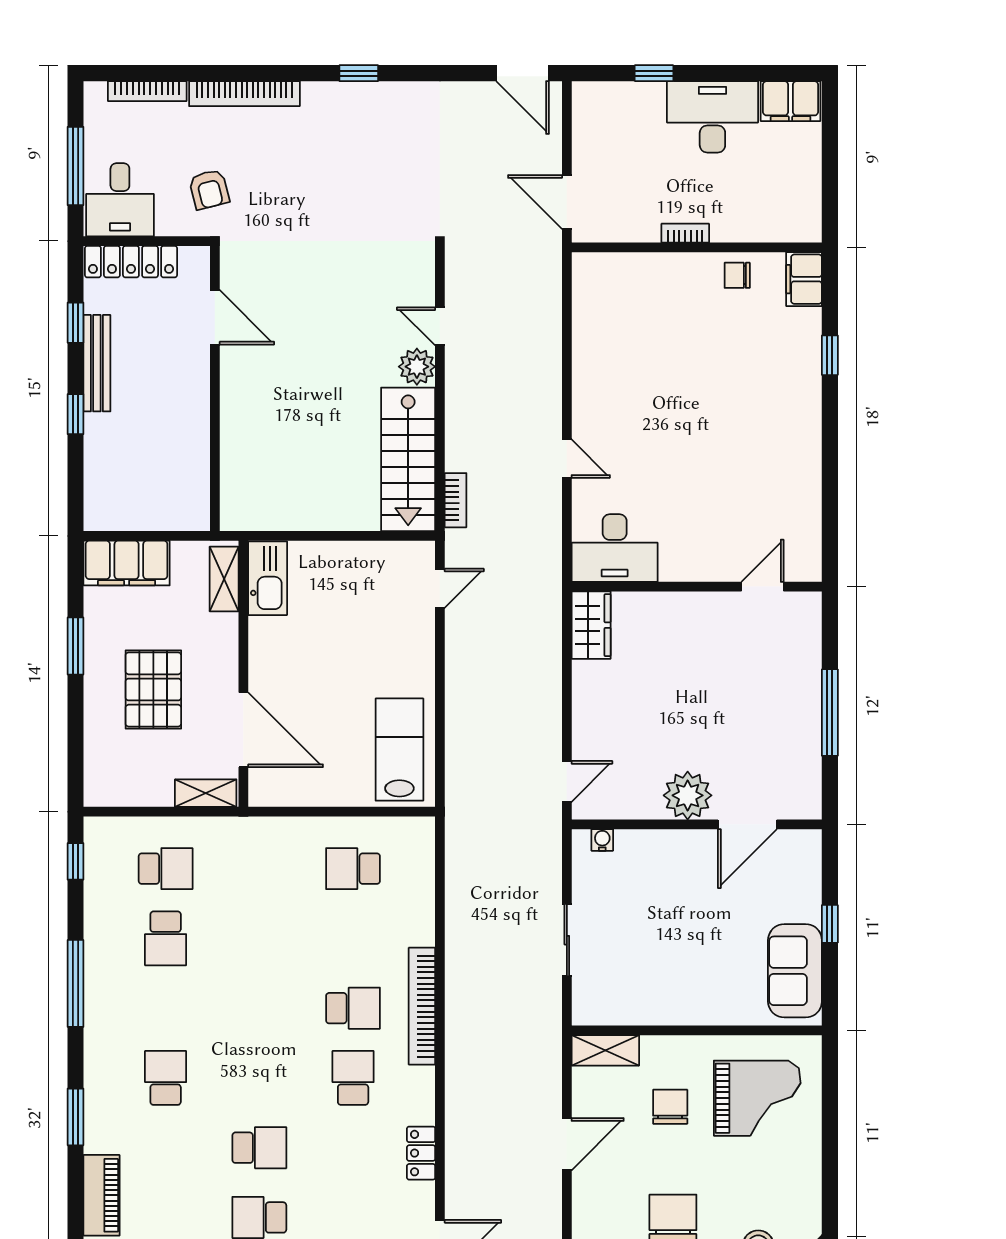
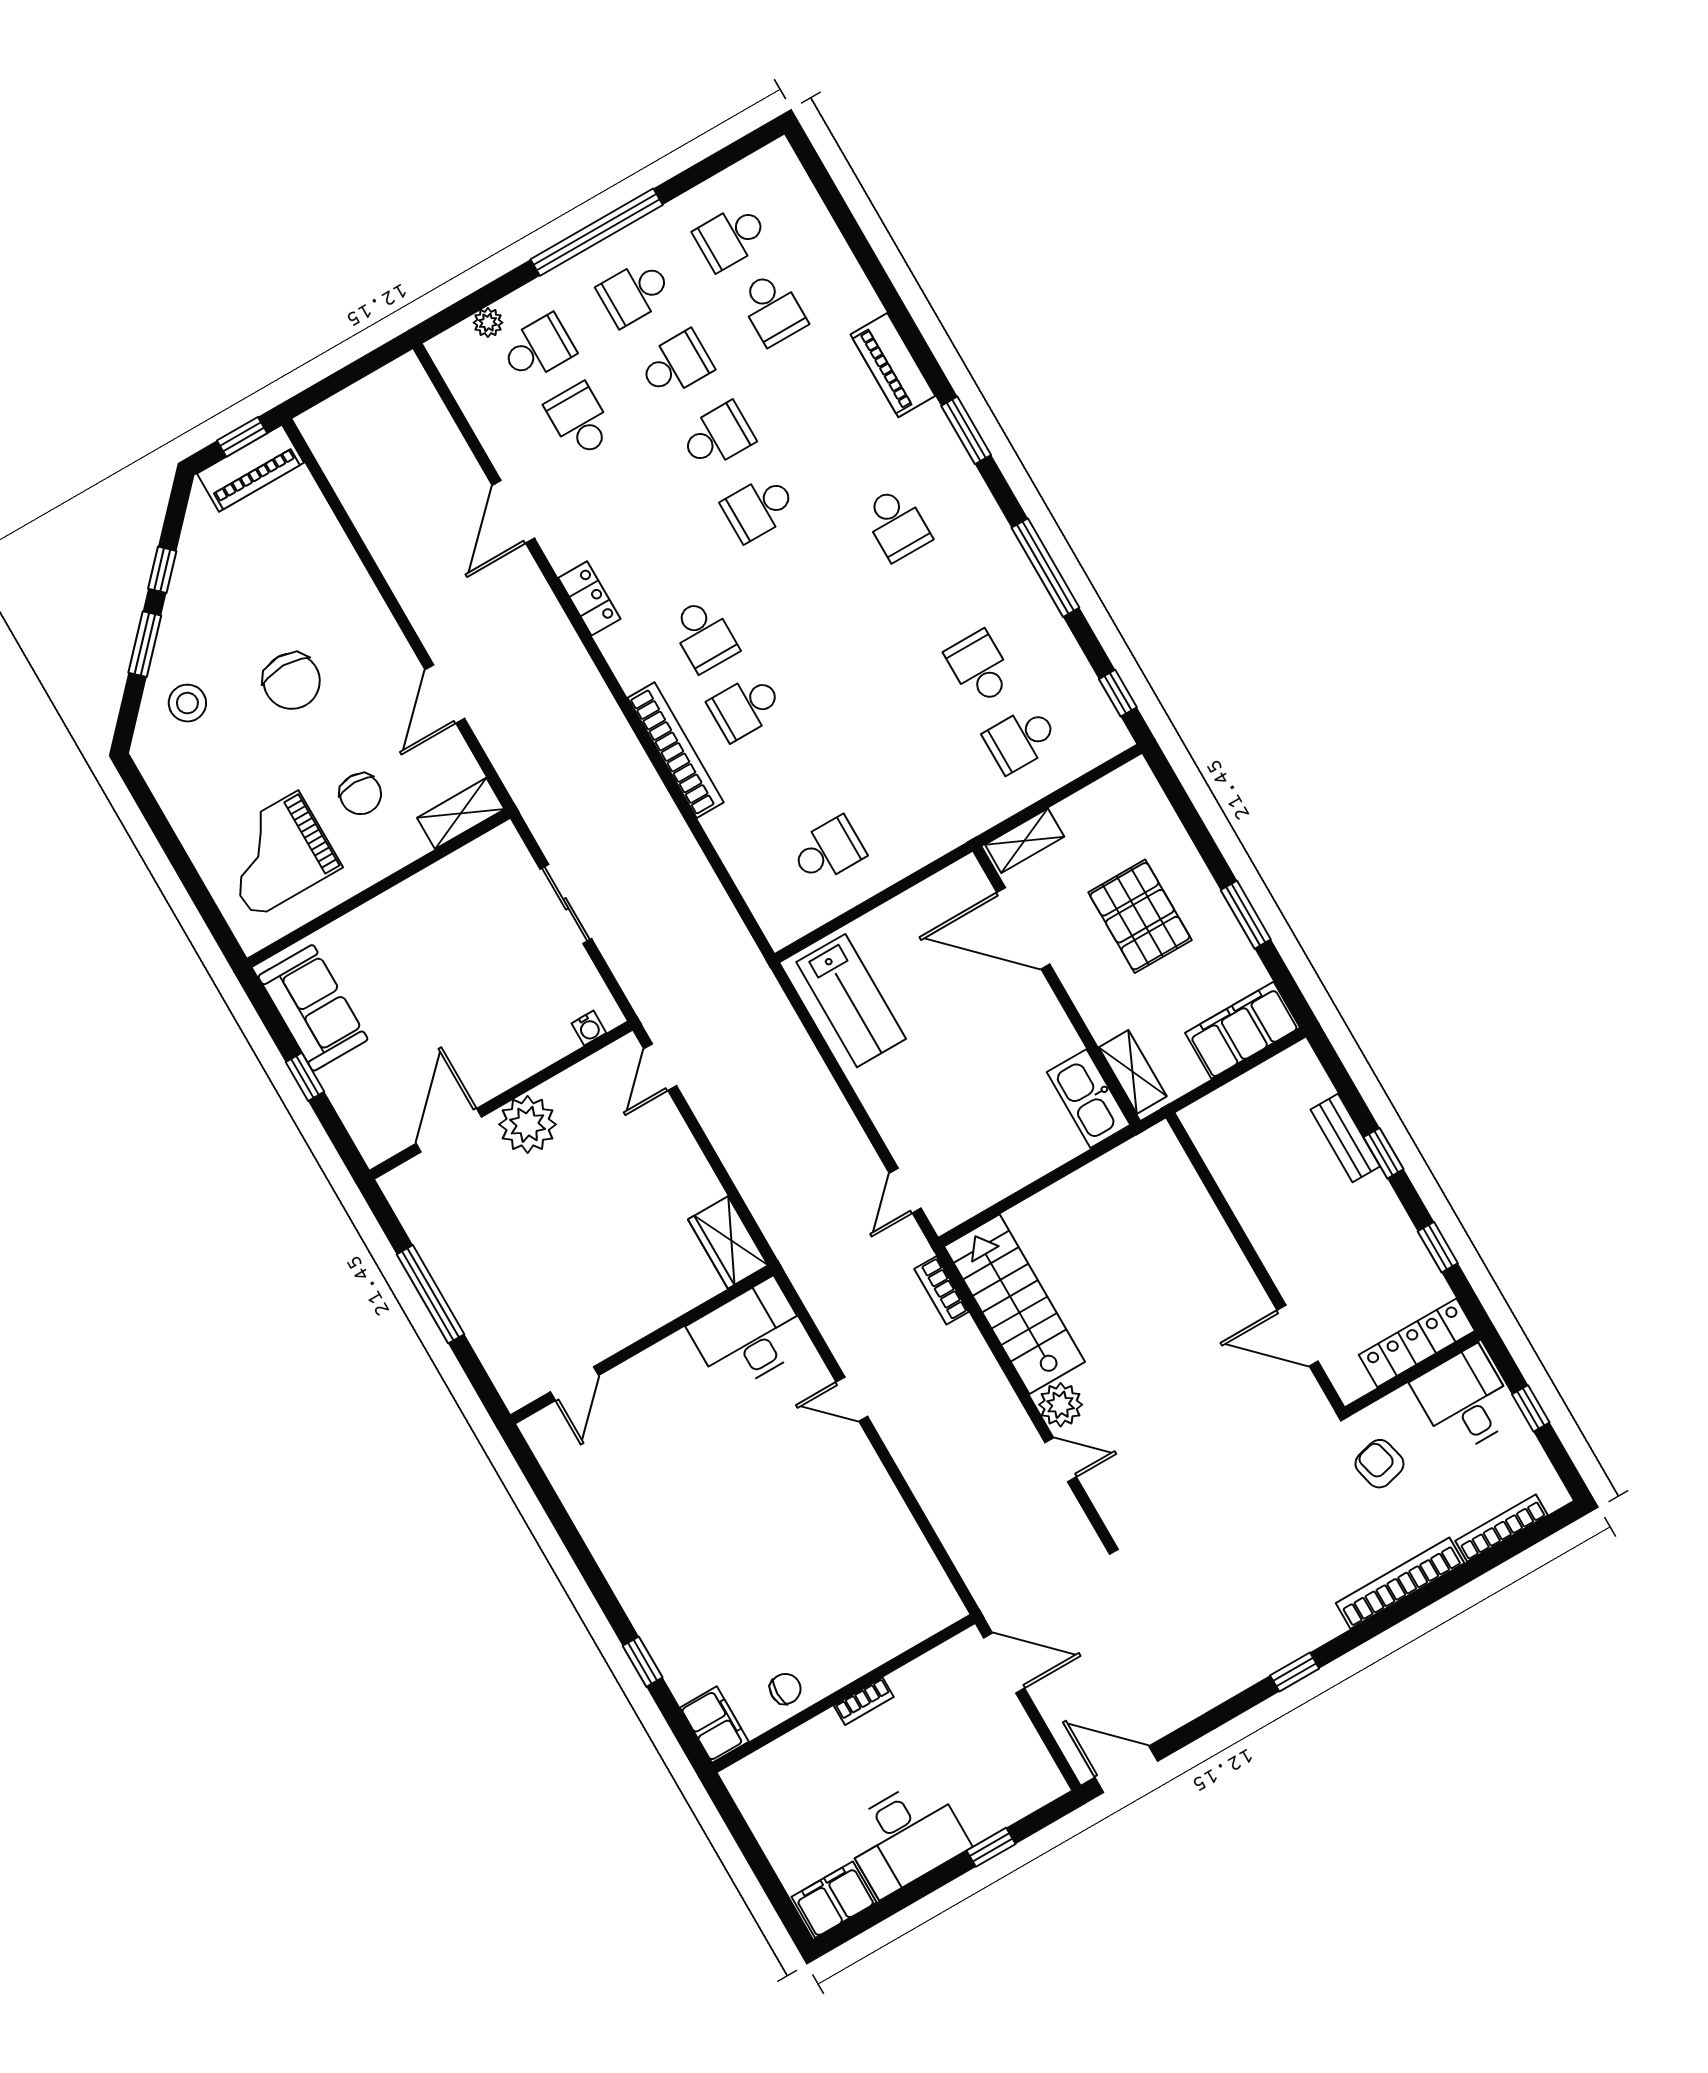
window: (75, 166) -> (1531, 1408), width x0.46
bench: (97, 363) -> (1345, 1138), moved, width x0.73

